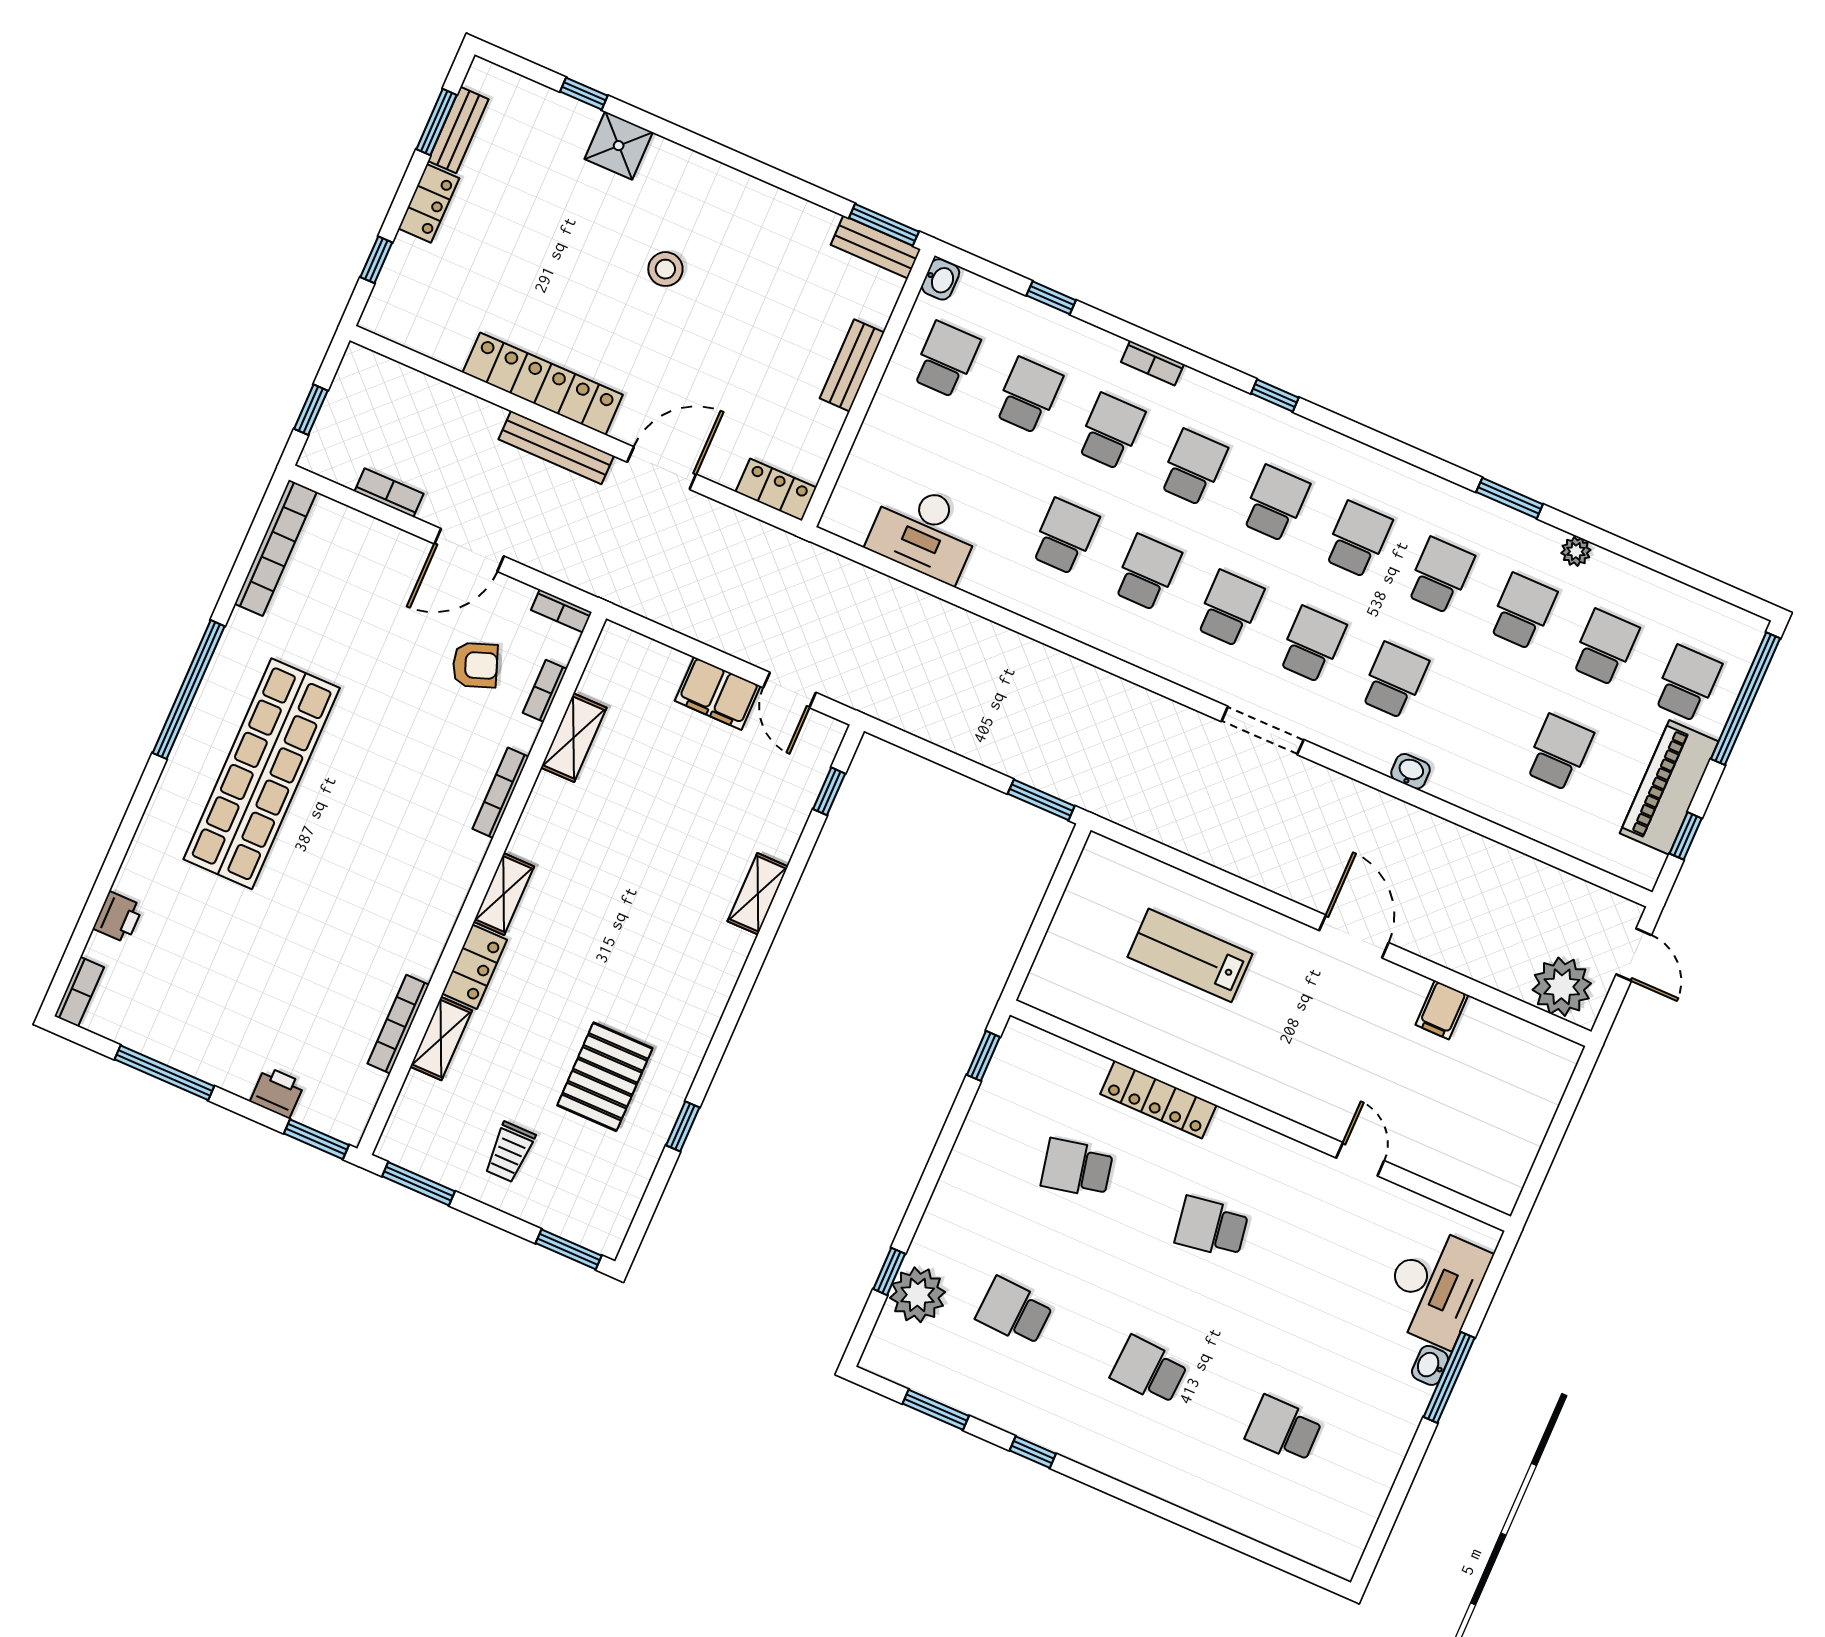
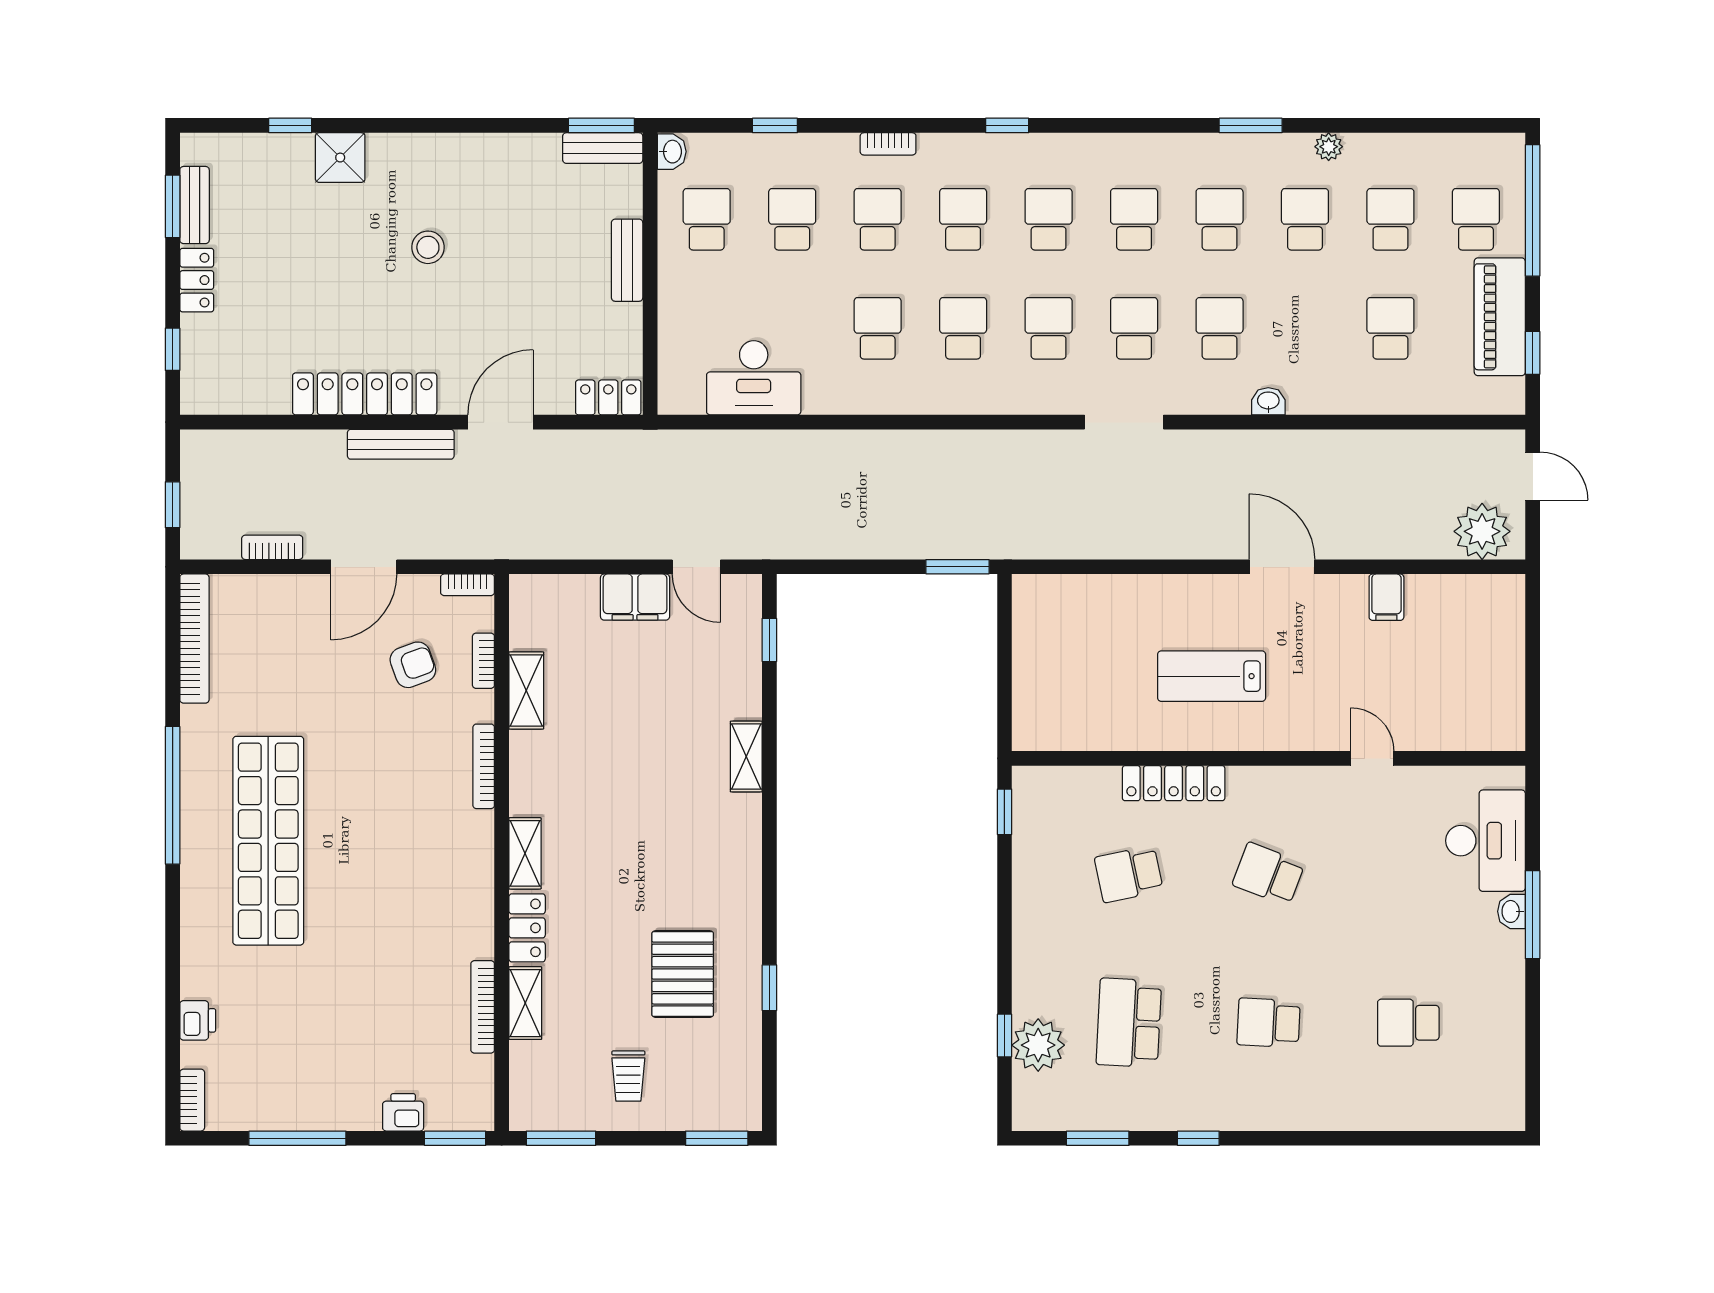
lab bench: (1190, 955) -> (1212, 676), moved
school desk: (1212, 1227) -> (1269, 874), turned 30
school desk: (1014, 1311) -> (1129, 1023), width x1.85

